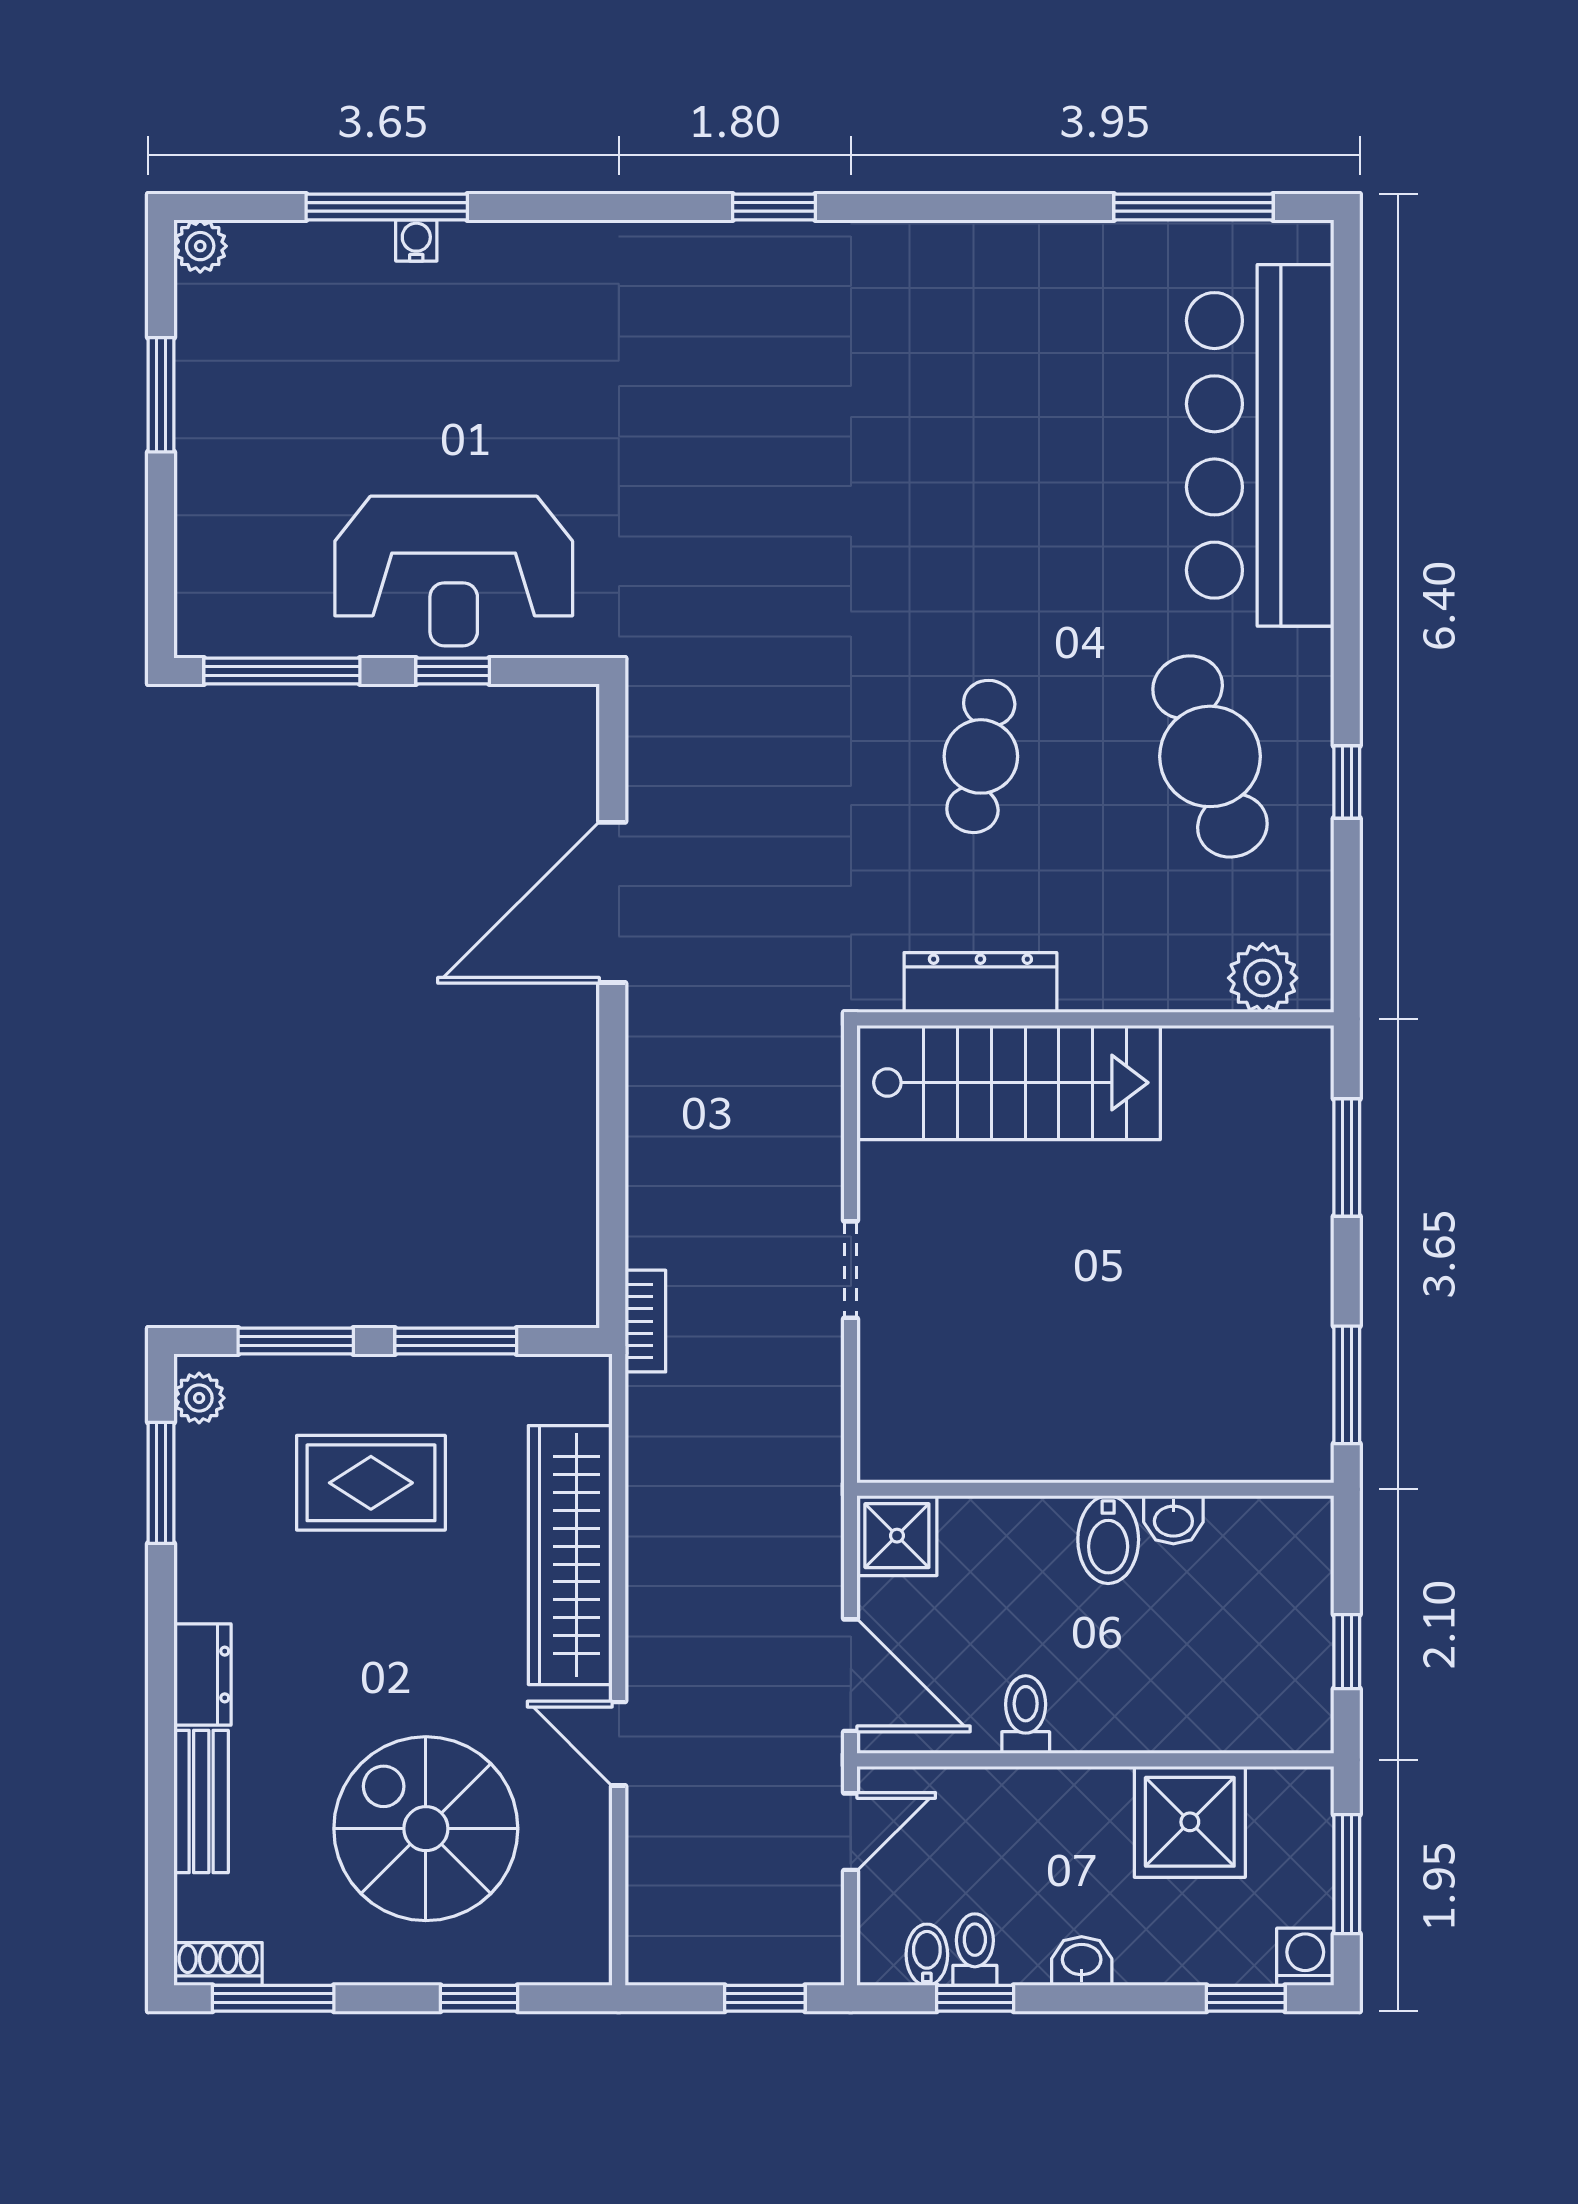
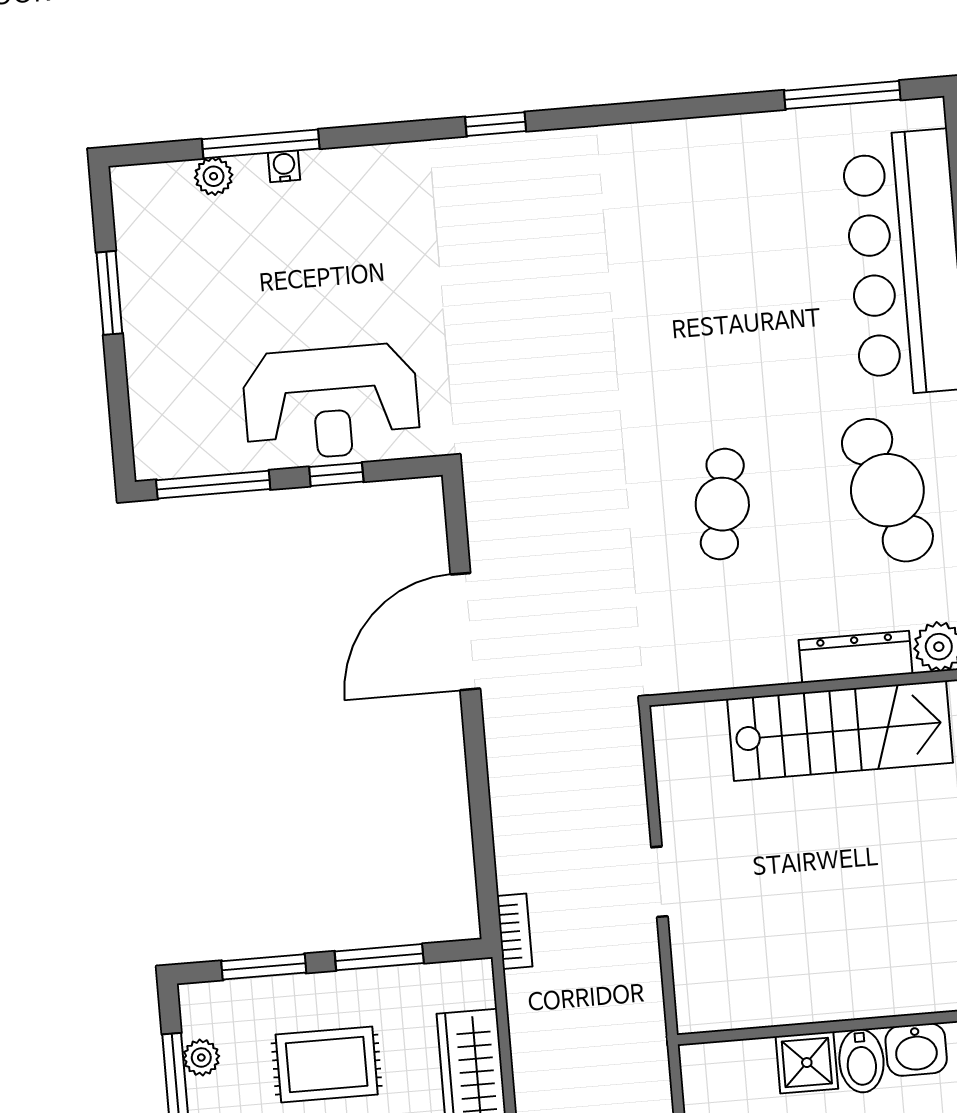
window: (774, 207) -> (496, 124), moved
plant: (200, 246) -> (214, 176), moved
dresser: (980, 983) -> (856, 657), moved
stairs: (1009, 1083) -> (840, 731), moved
plant: (199, 1398) -> (201, 1057), moved
washbasin: (1173, 1520) -> (916, 1050), width x1.38, depth x1.45
shower: (897, 1536) -> (807, 1063), moved

